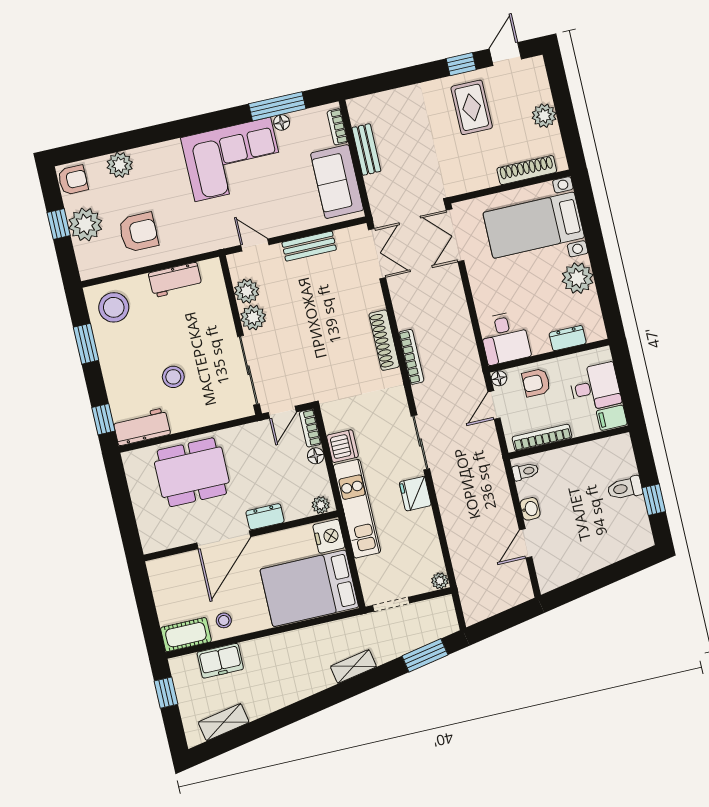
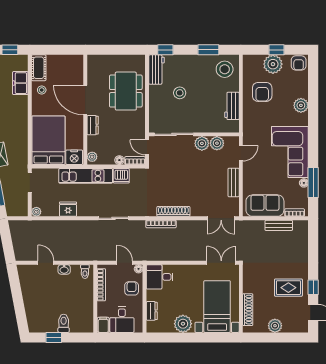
plant: (120, 165) -> (301, 105), moved
fridge: (415, 494) -> (68, 209), moved

